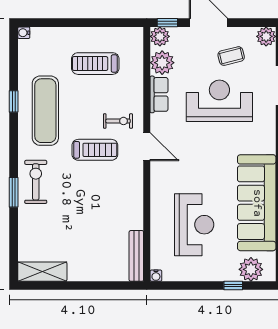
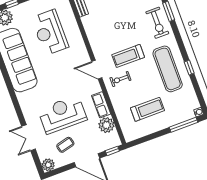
window: (52, 23) -> (184, 125), added
plant: (160, 36) -> (114, 141), removed
reception desk: (219, 101) -> (62, 115), turned 180

